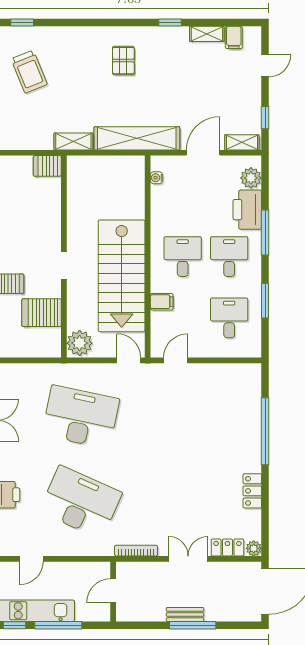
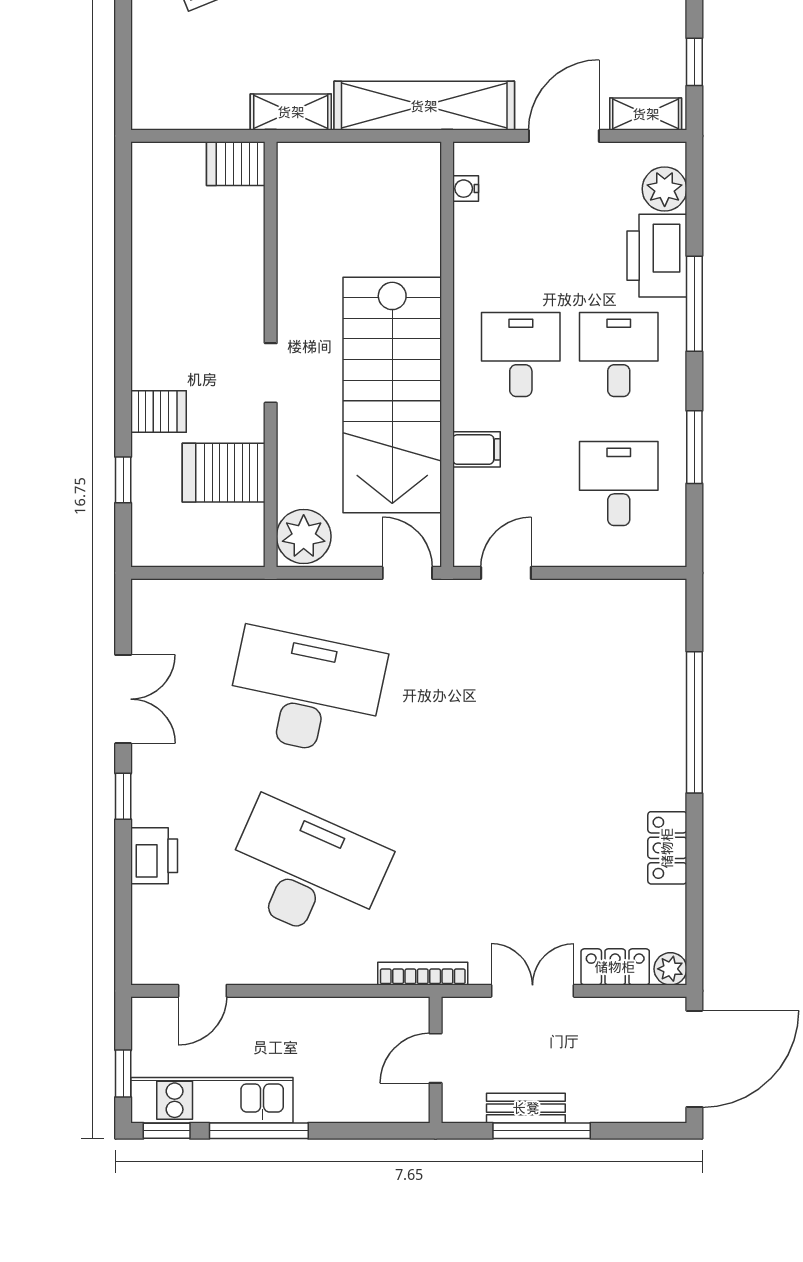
door: (113, 591) -> (436, 1058), moved
wall: (113, 592) -> (436, 1060), moved

